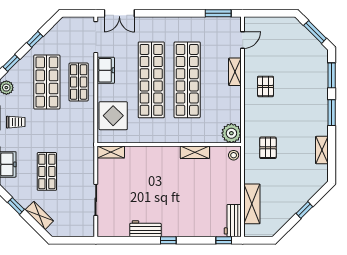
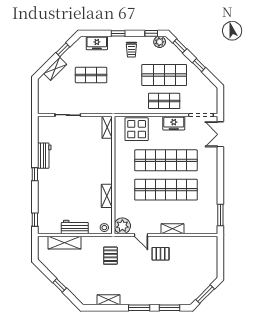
door: (243, 40) -> (141, 235), moved
pallet: (268, 148) -> (110, 256), turned 90
workbench: (233, 221) -> (75, 227), moved

